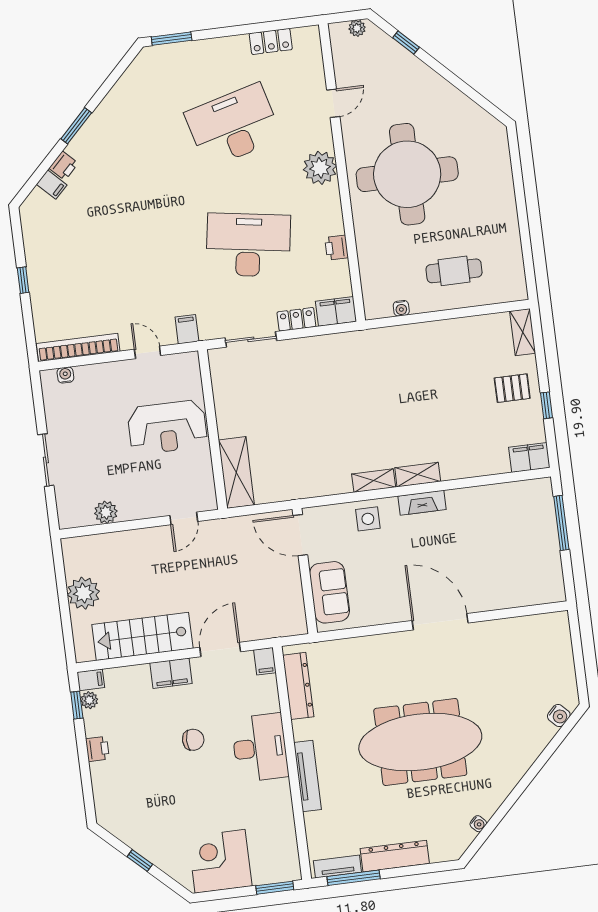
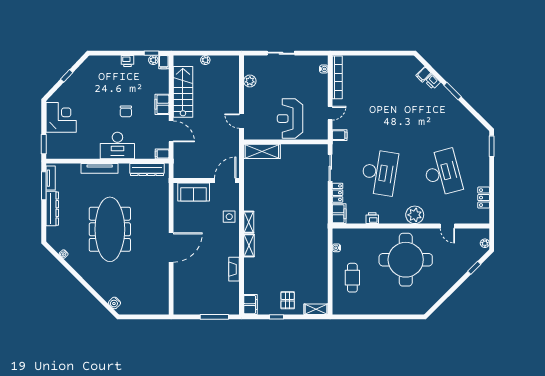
window: (23, 280) -> (376, 53), removed
fireplace: (422, 503) -> (234, 269), moved
plant: (83, 593) -> (205, 60), width x0.53, depth x0.53

